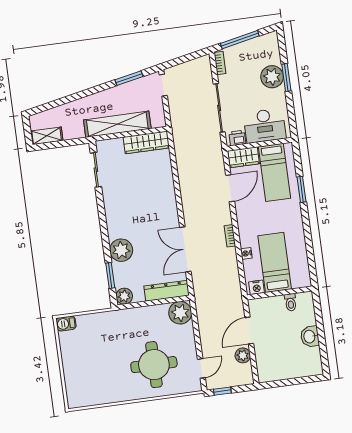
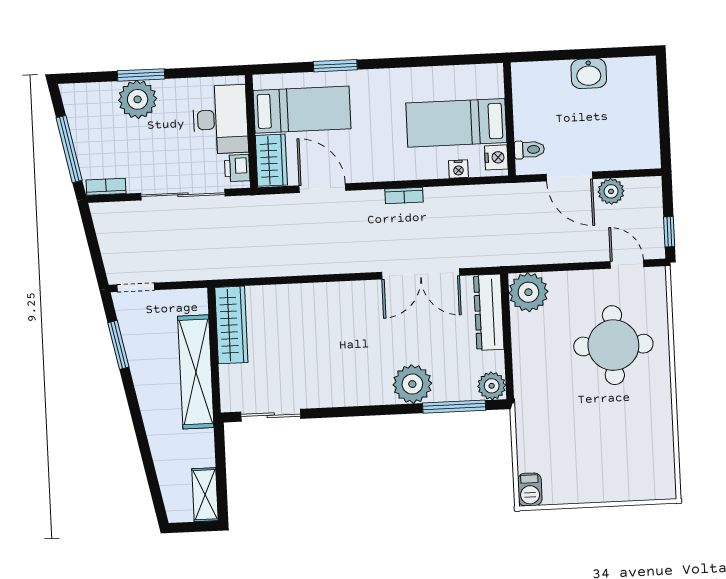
nightstand: (246, 253) -> (458, 169), moved
window: (110, 276) -> (454, 407), width x1.44
toilet: (291, 302) -> (529, 150), moved

